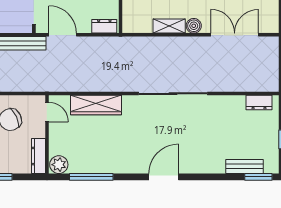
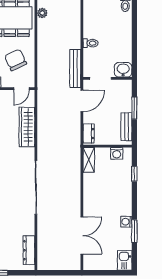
shelving: (169, 26) -> (89, 160), moved
boiler: (194, 26) -> (89, 204), removed
dresser: (259, 103) -> (29, 250), width x1.44

